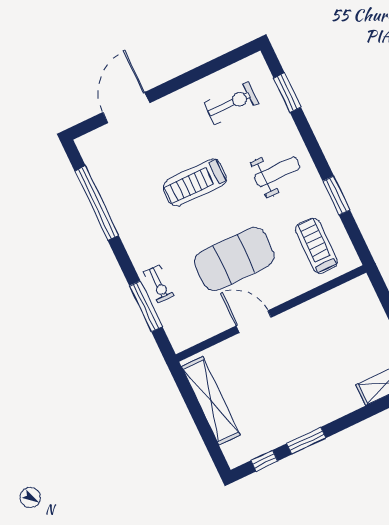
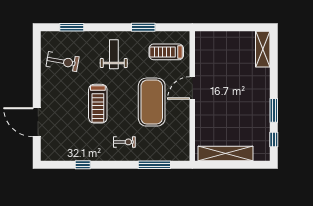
exercise bike: (231, 103) -> (63, 62), turned 100
window: (97, 203) -> (83, 165), width x0.32
exercise bike: (159, 284) -> (124, 142), moved
door: (254, 322) -> (192, 88), moved

